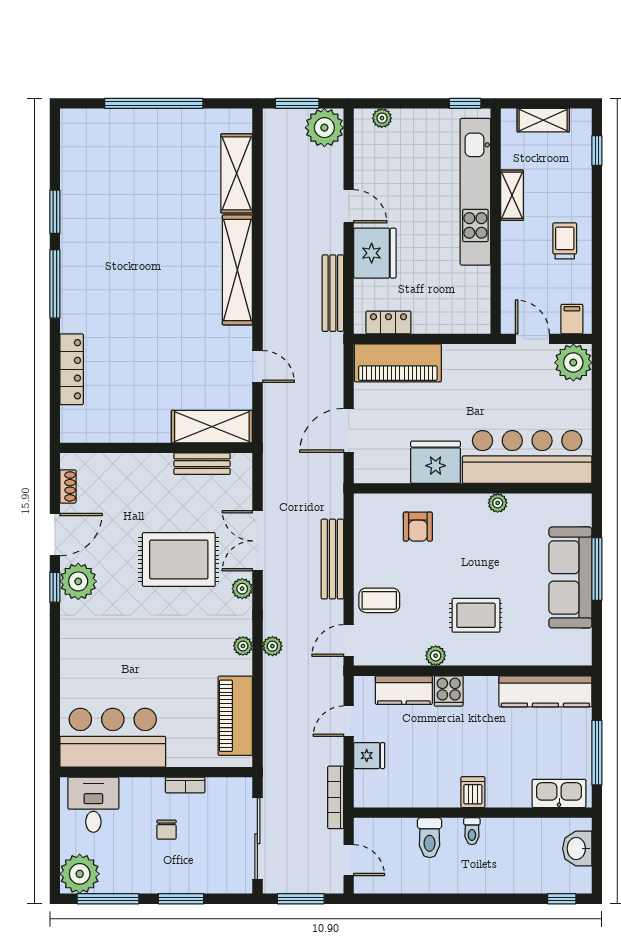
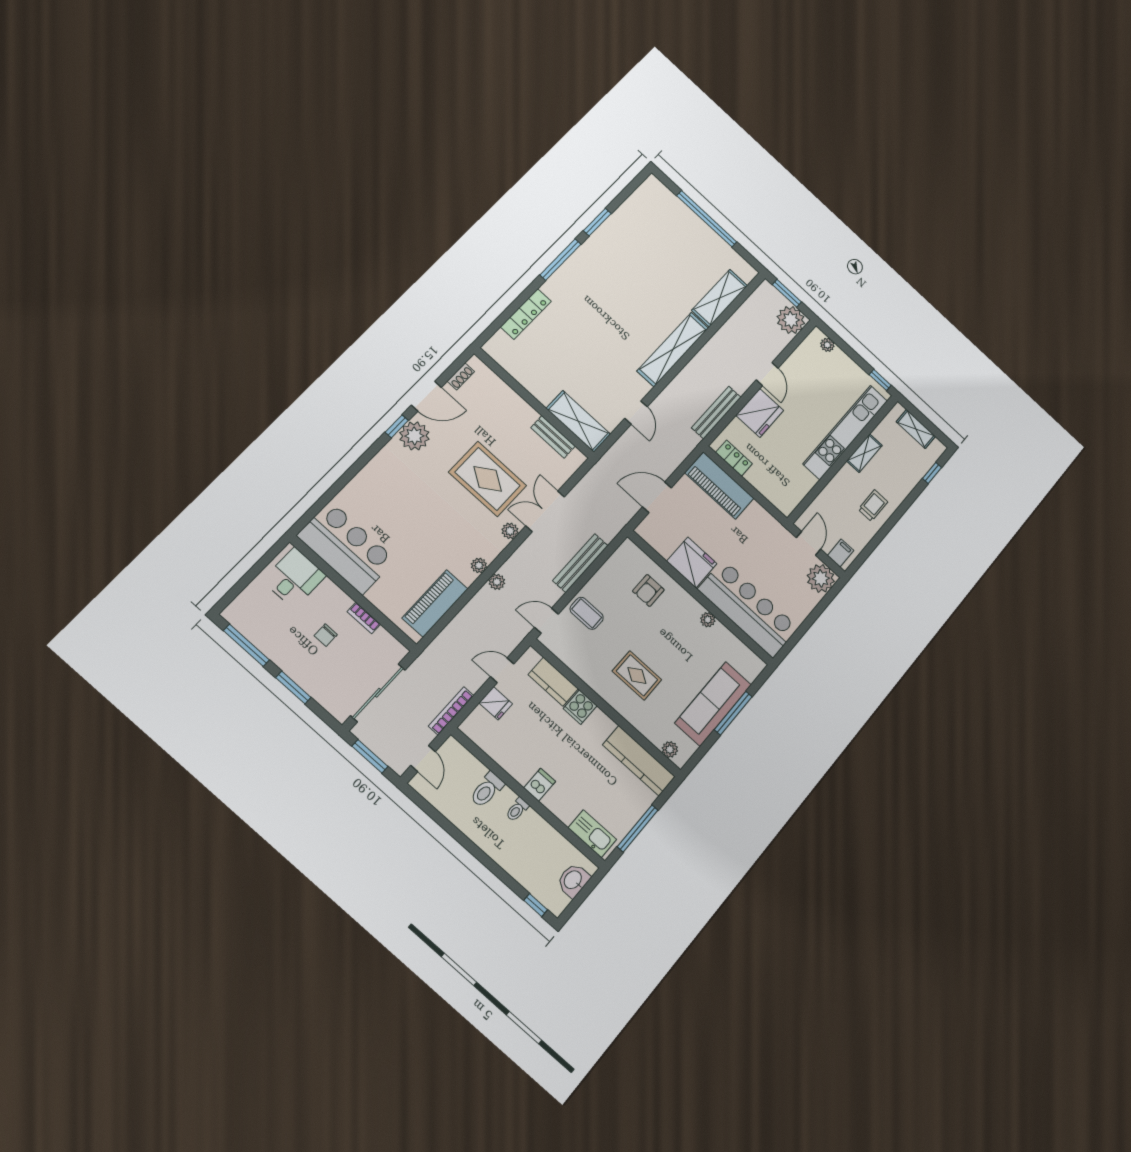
plant: (436, 656) -> (670, 749), moved
plant: (80, 874) -> (243, 613), removed

